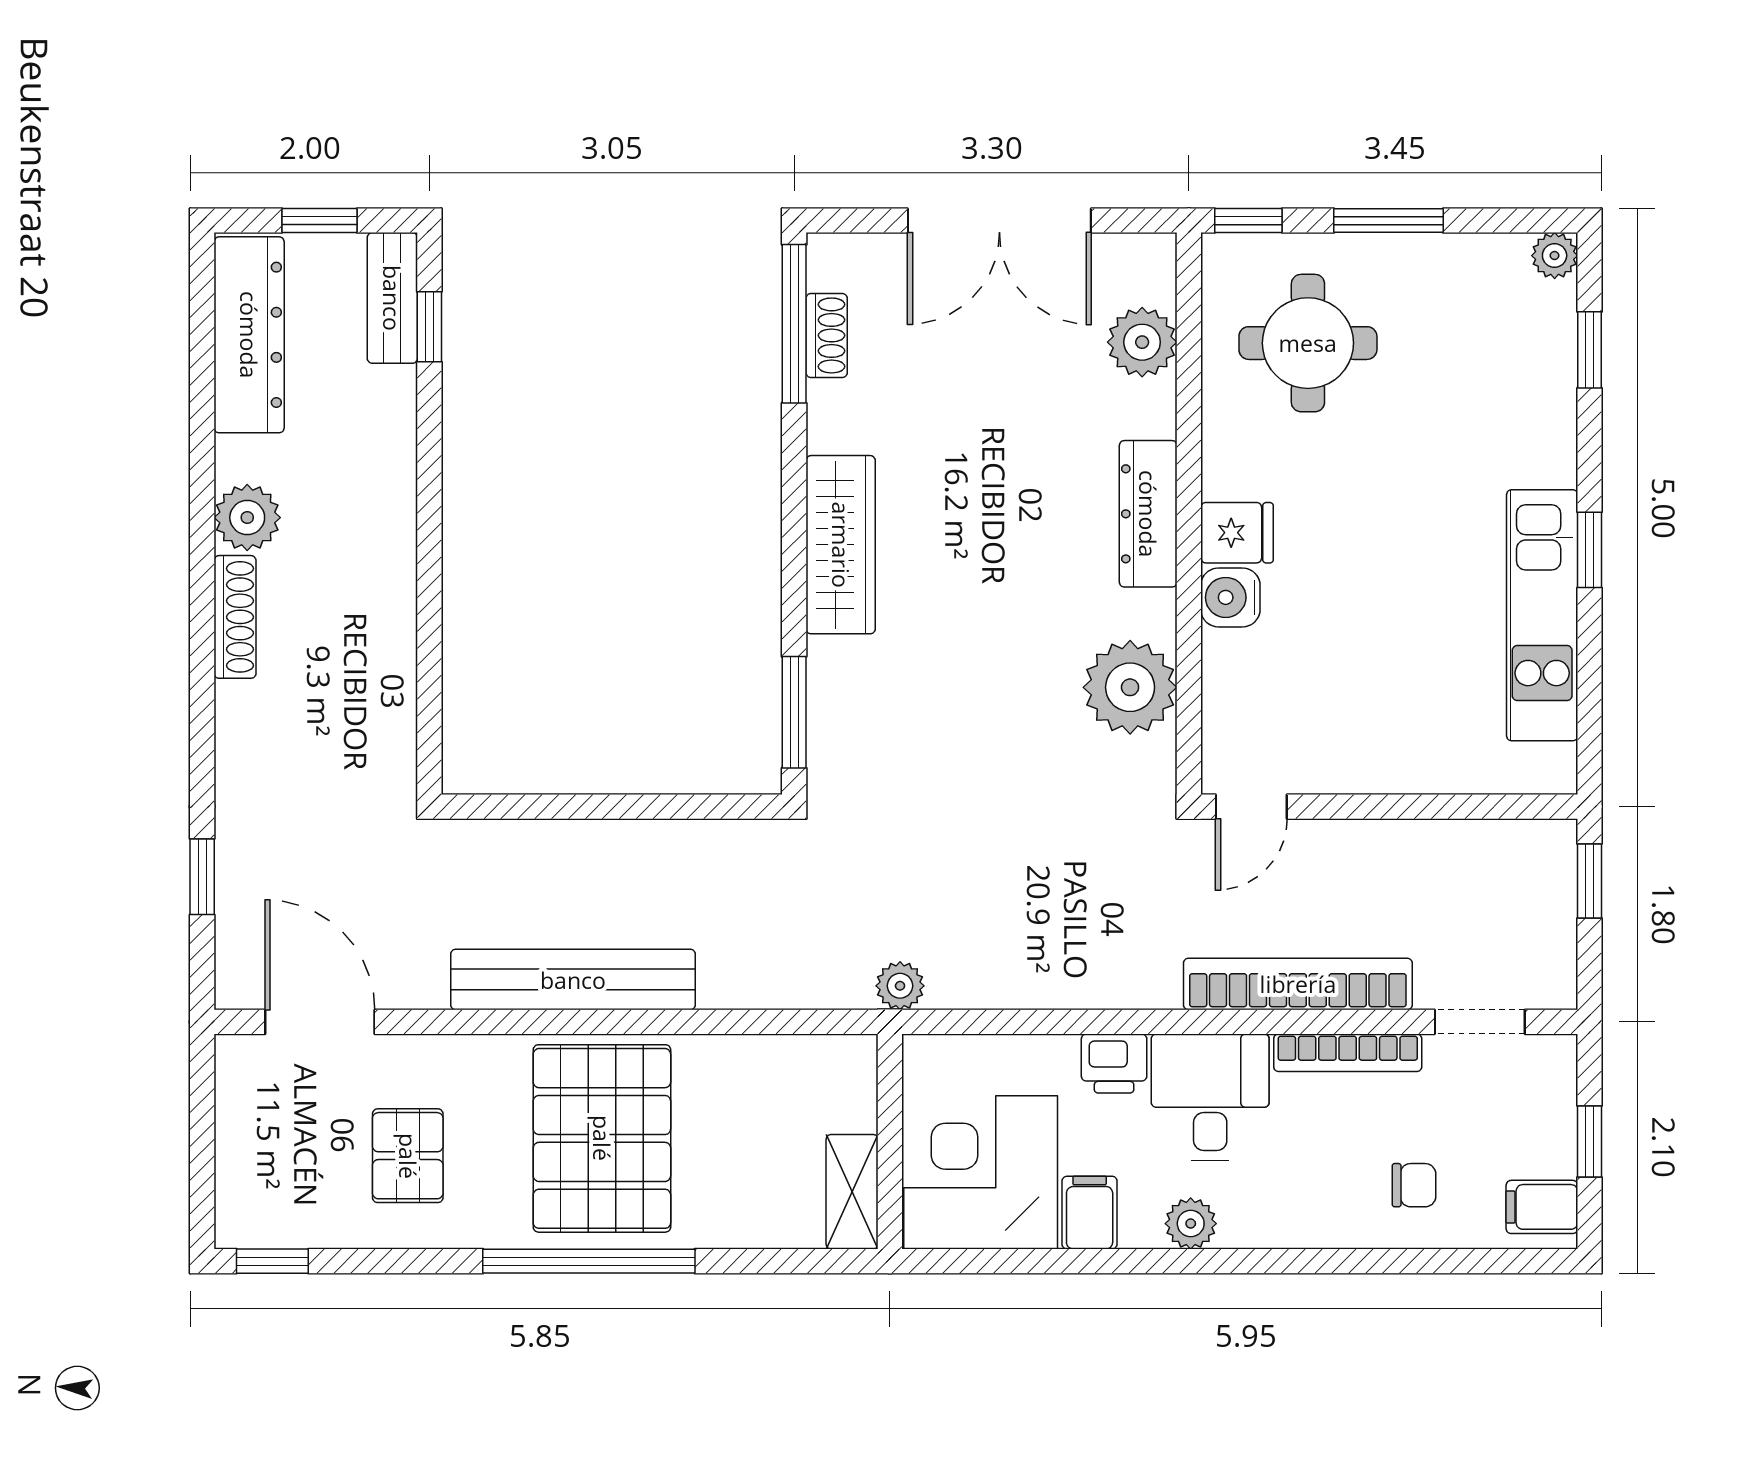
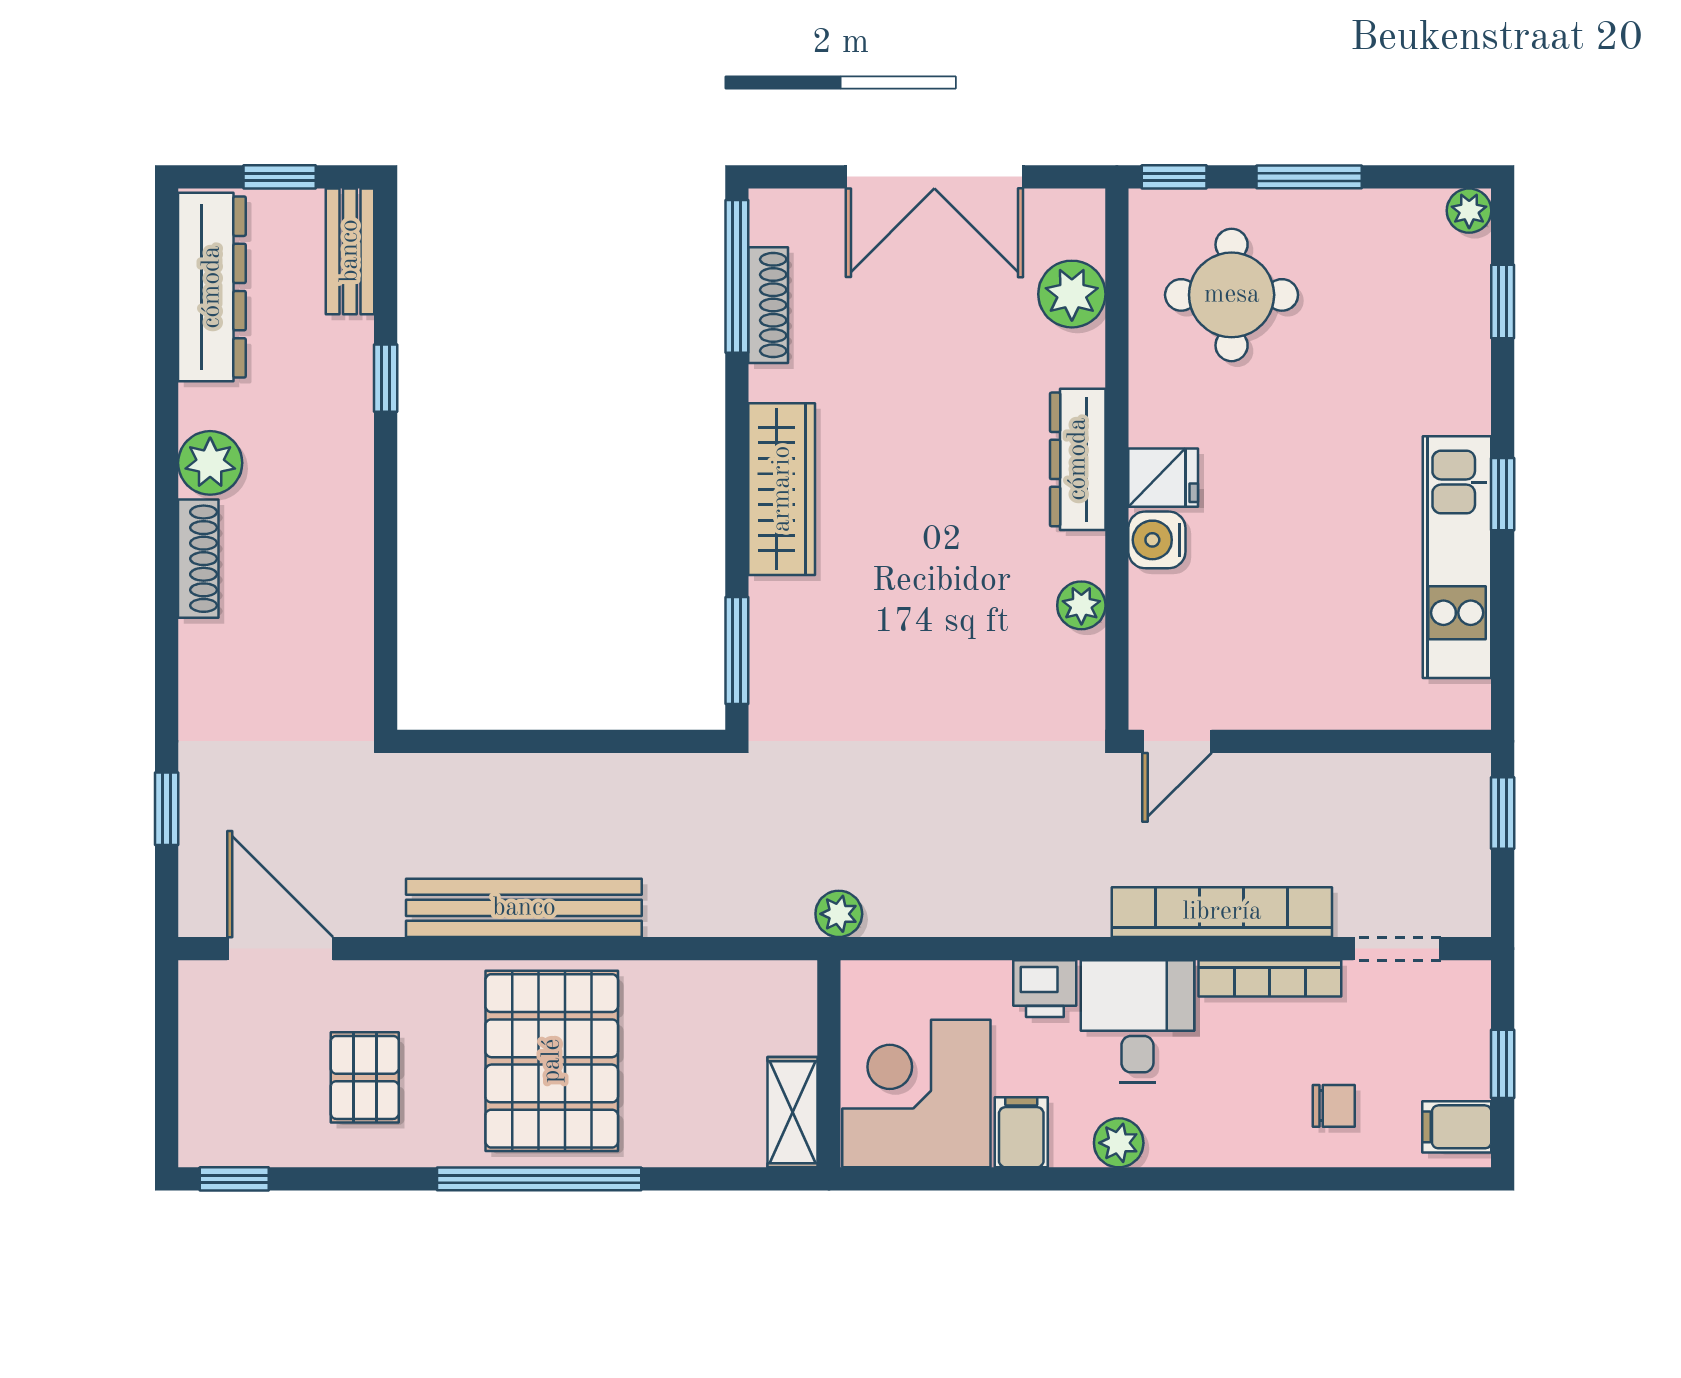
window: (429, 327) -> (386, 378), moved
shoe rack: (827, 335) -> (768, 305), width x1.43
plant: (1130, 687) -> (1081, 605), width x0.53, depth x0.53

